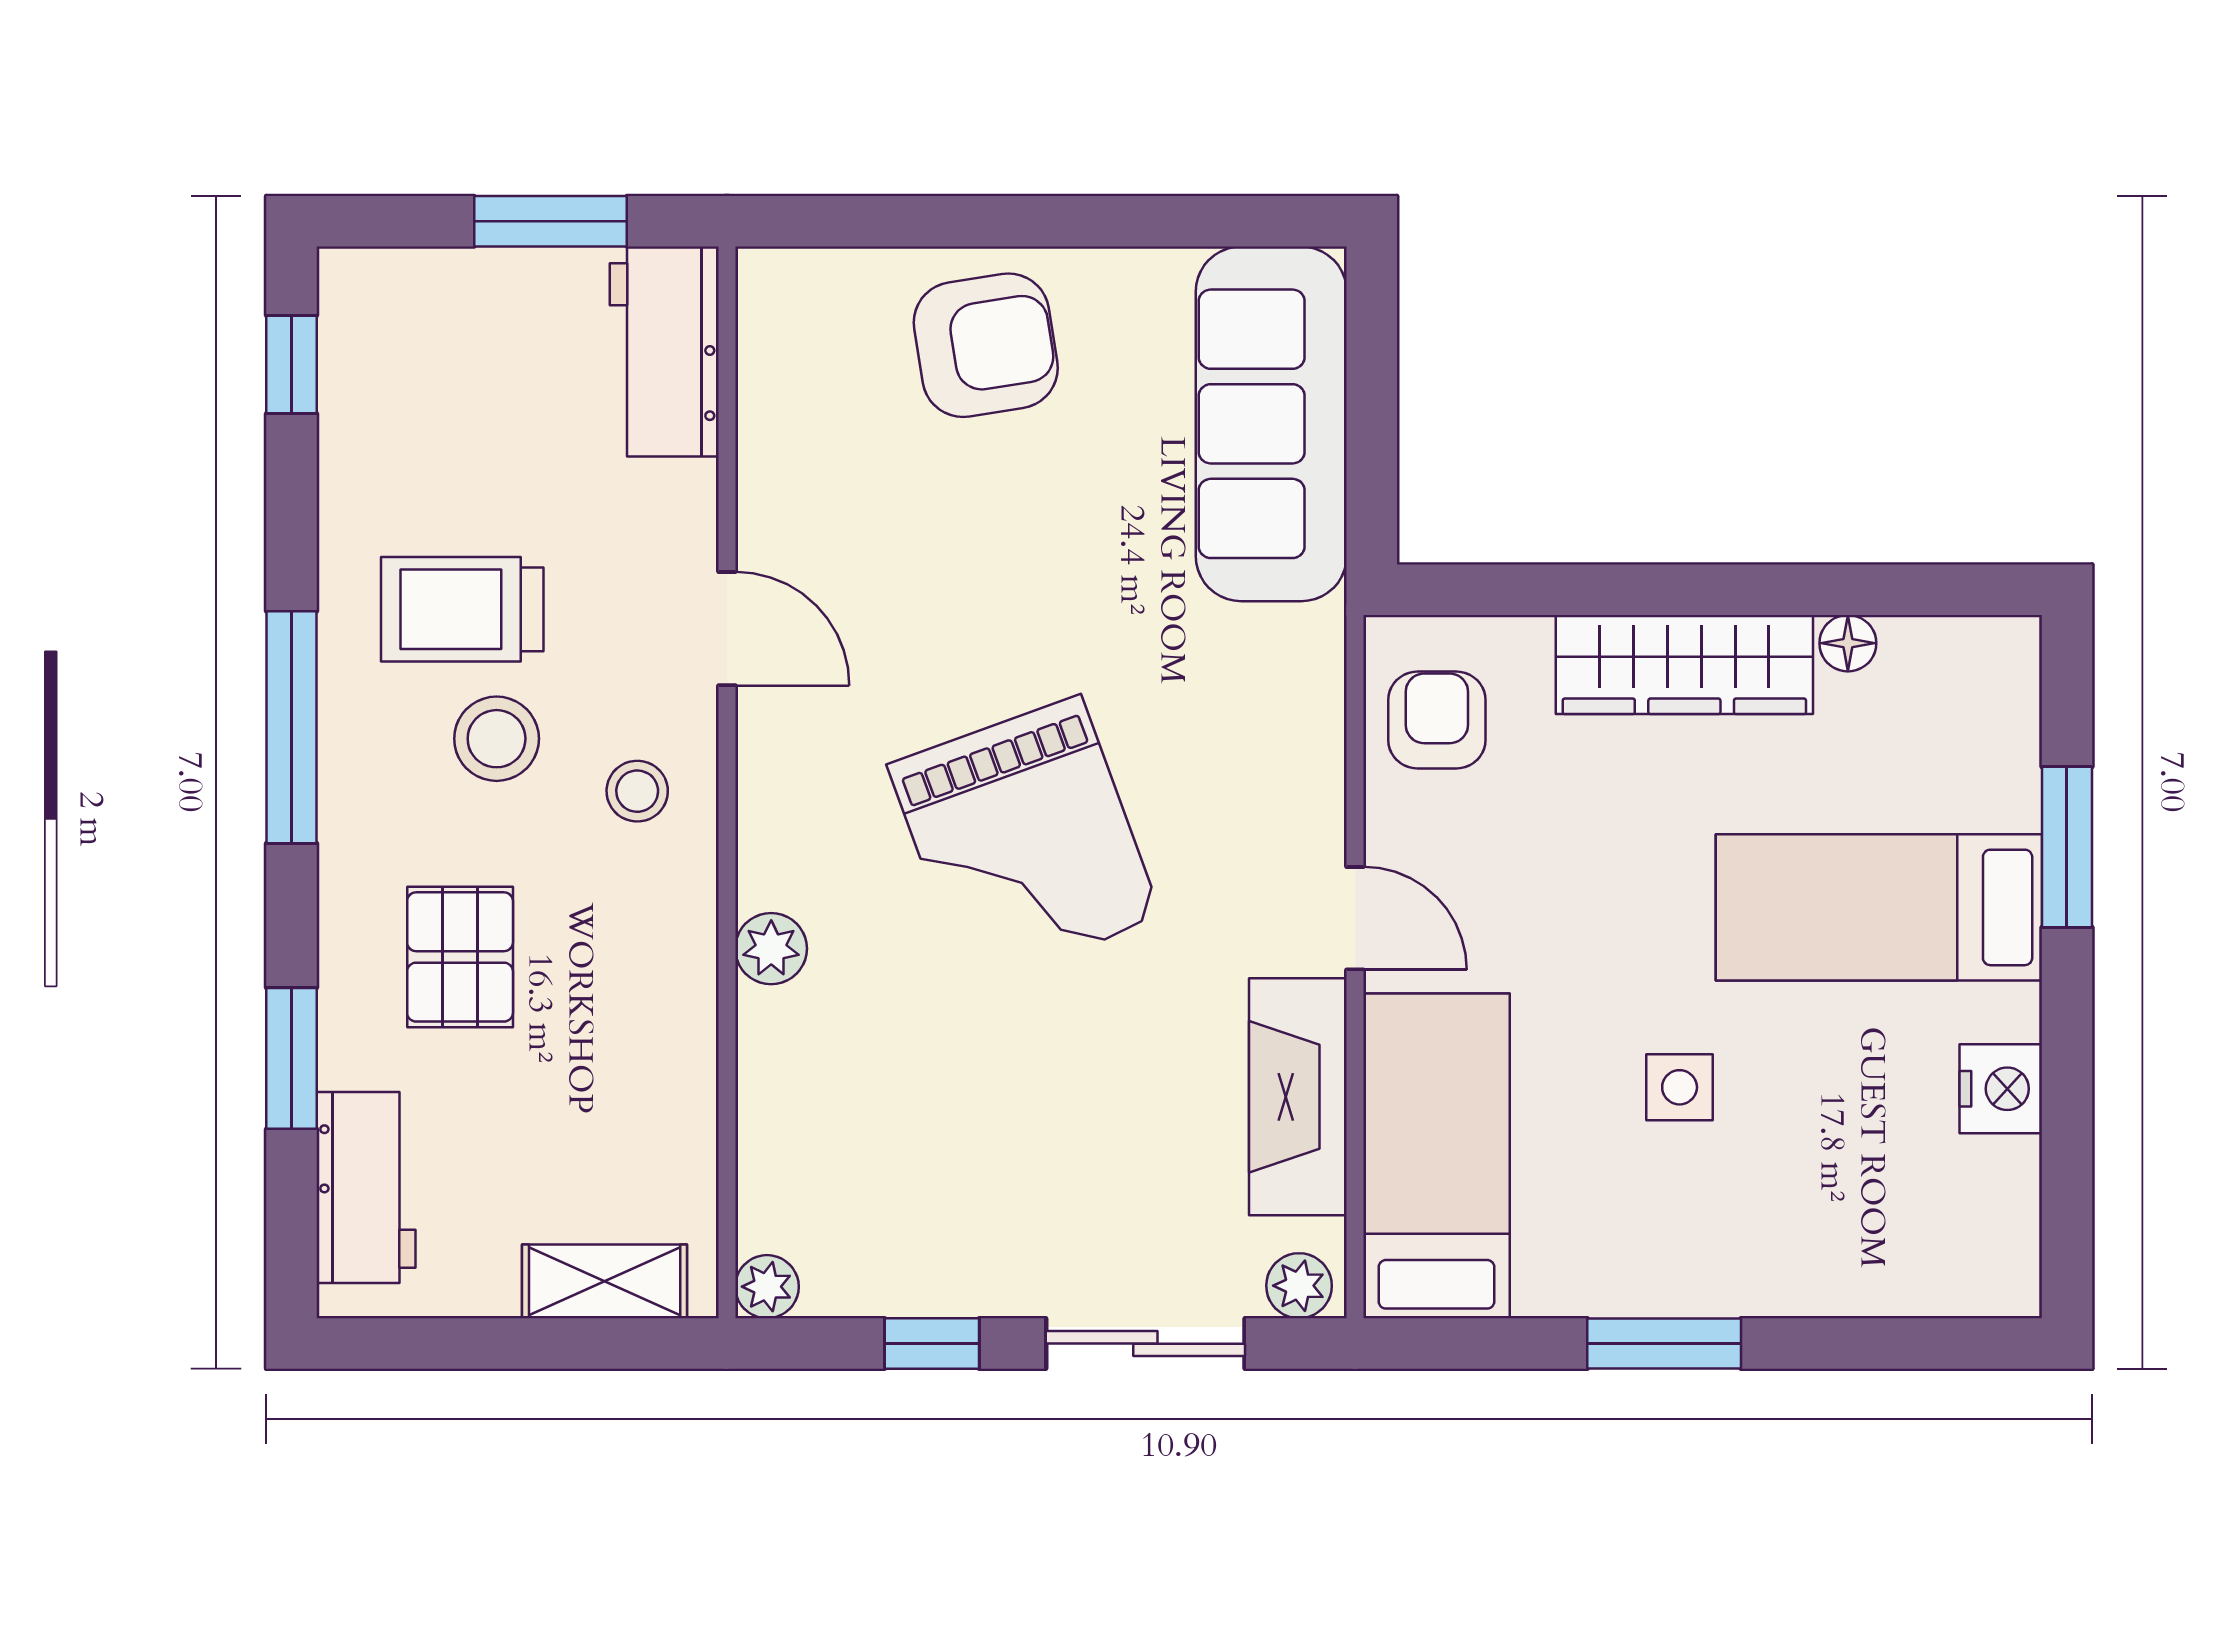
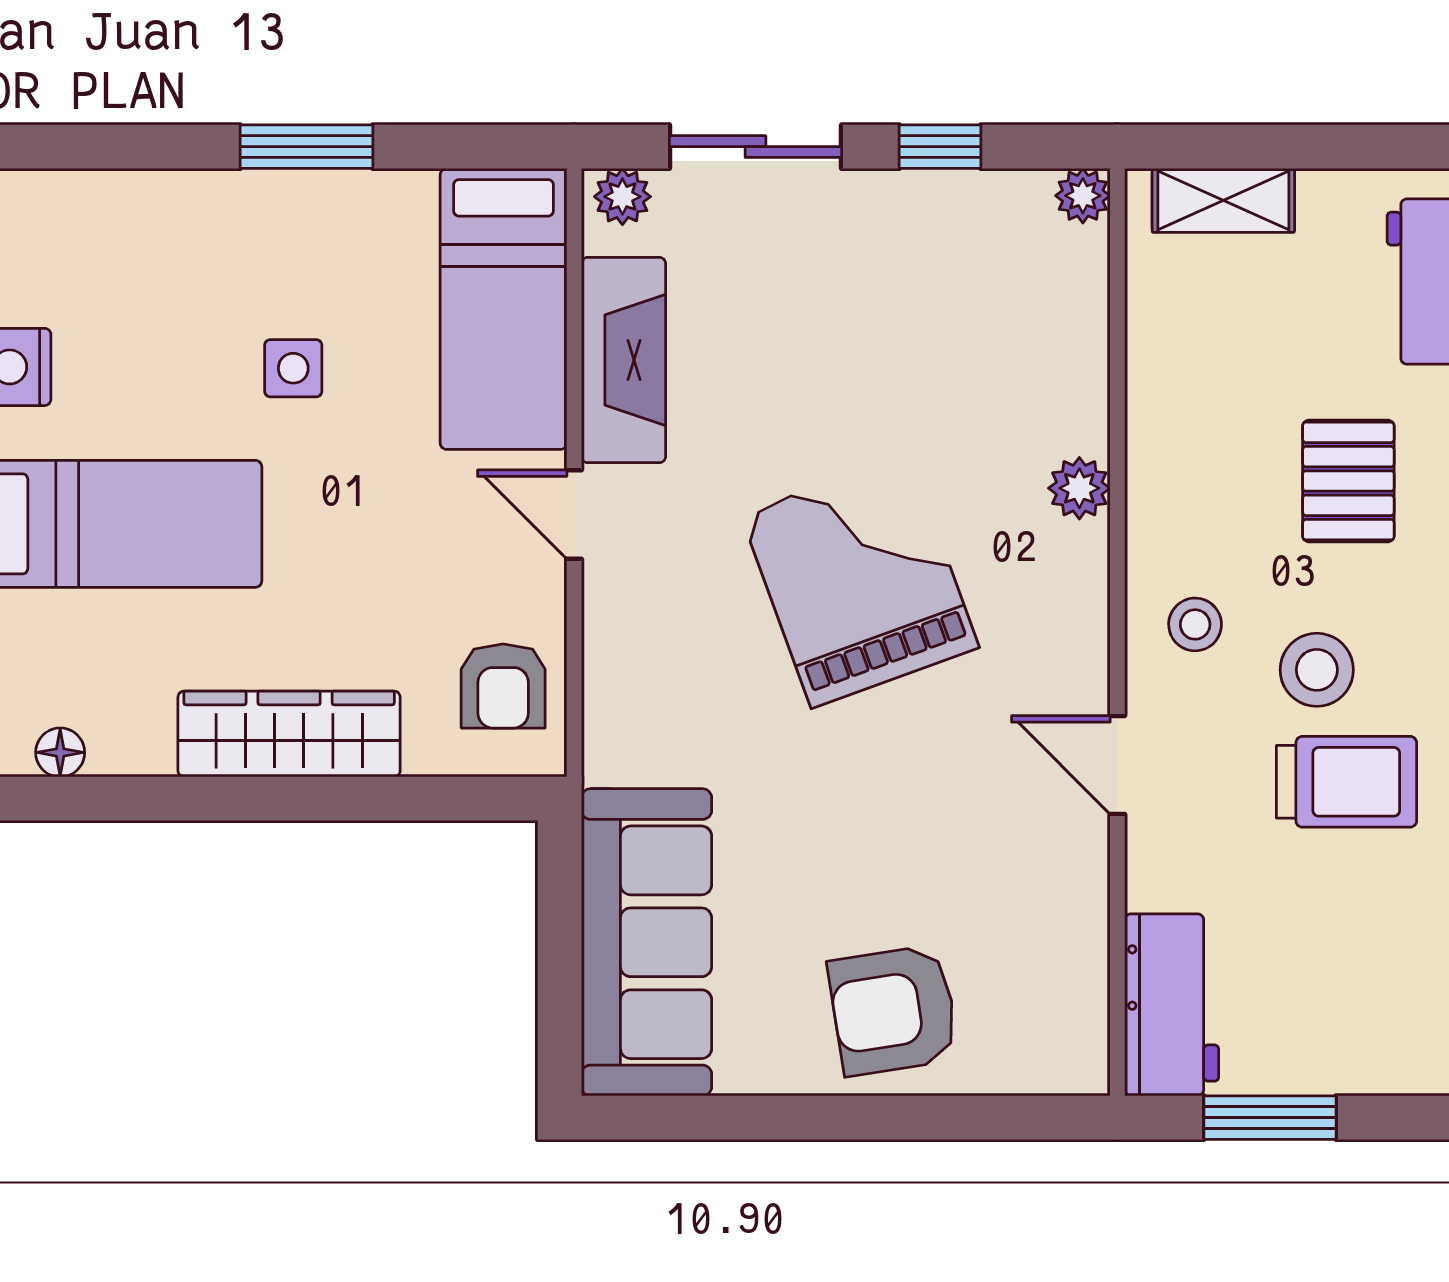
floor lamp: (1848, 643) -> (60, 752), moved

